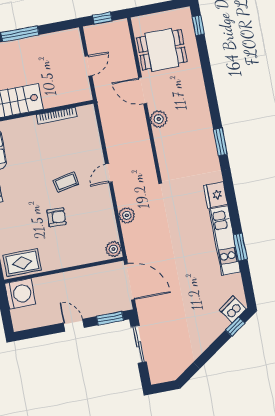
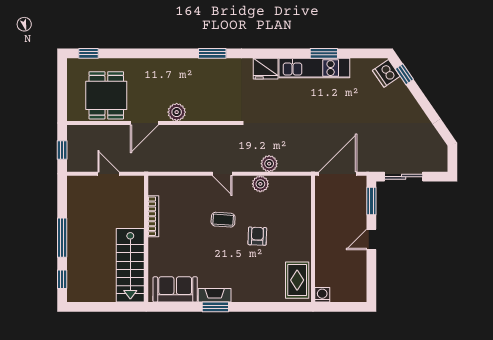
coffee table: (66, 182) -> (223, 220), turned -75
plant: (113, 249) -> (260, 184), moved
washing machine: (20, 294) -> (322, 295), width x0.53, depth x0.53

